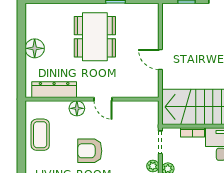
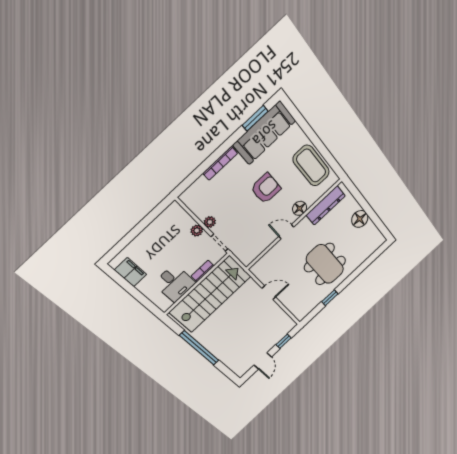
coffee table: (40, 135) -> (311, 166), width x1.36, depth x1.32

